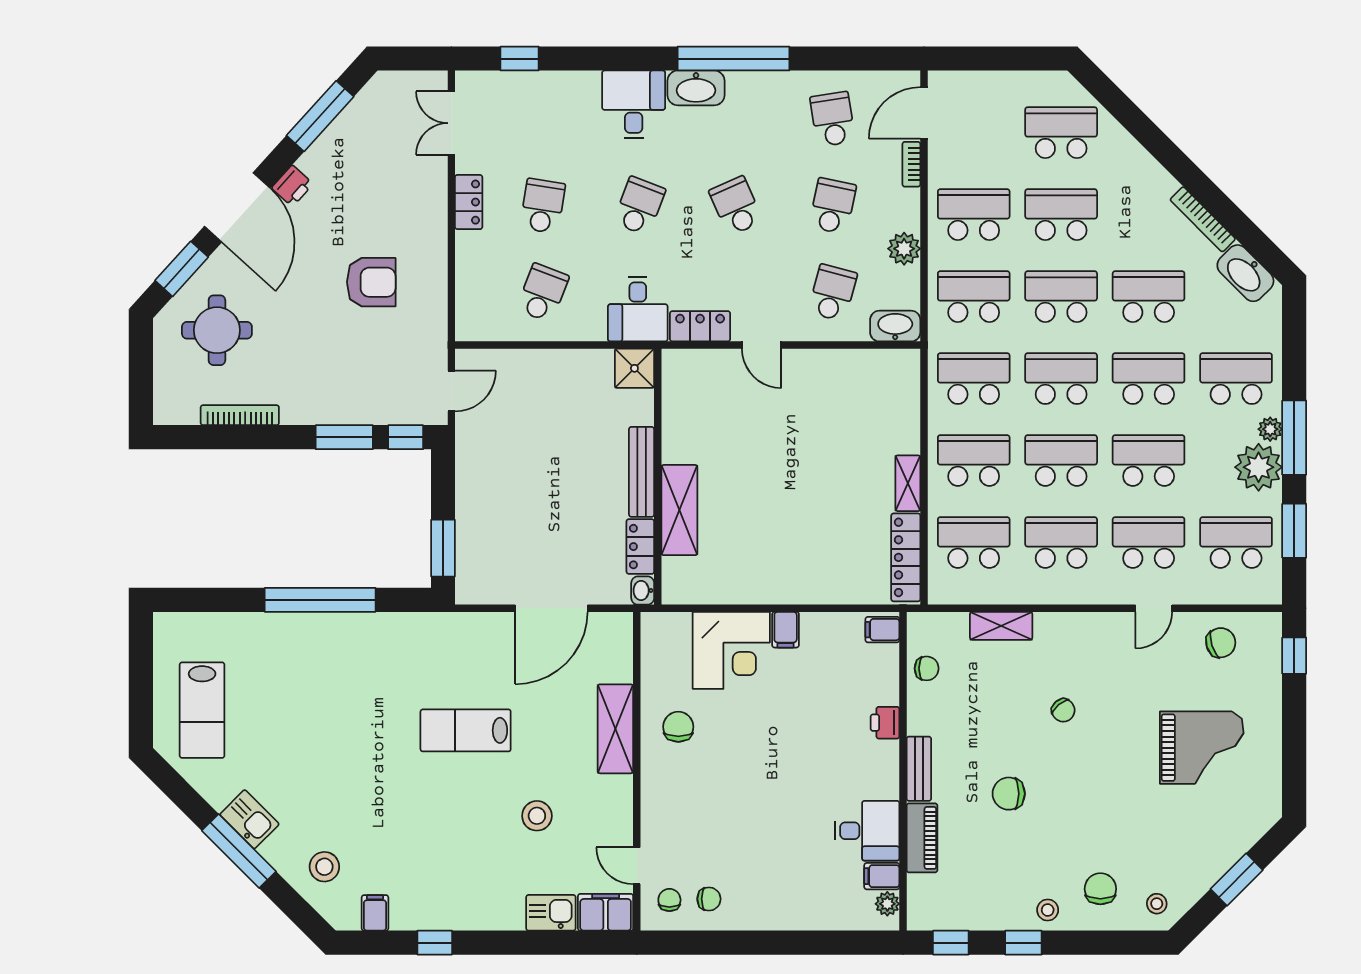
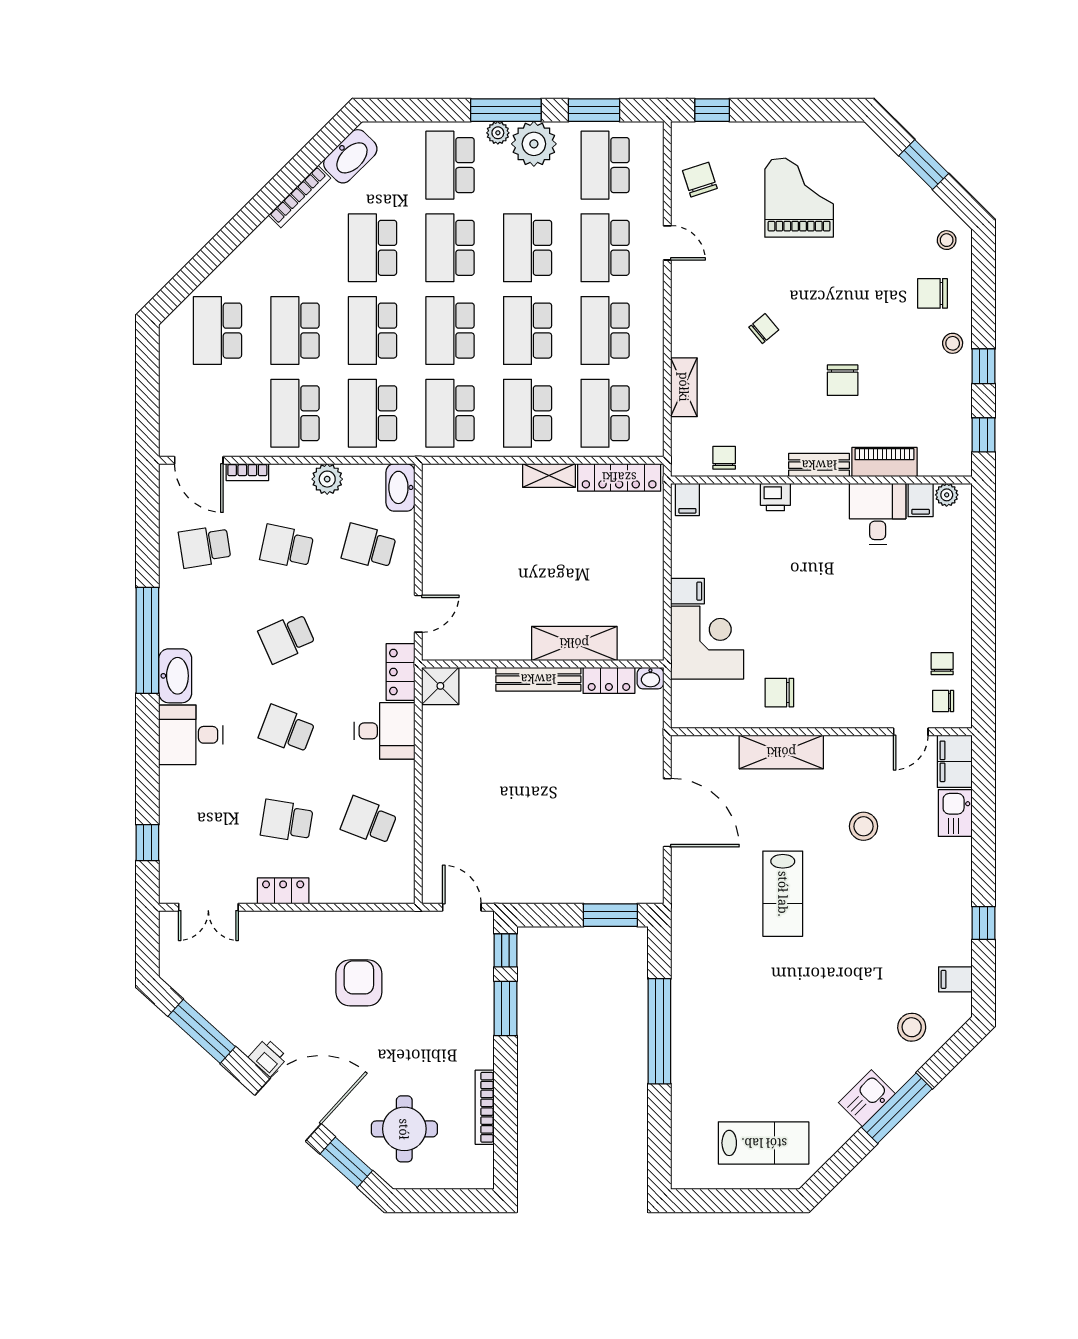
shower: (634, 368) -> (440, 686), moved
bench: (642, 472) -> (538, 679), moved
wall: (658, 477) -> (543, 664), moved
shelving: (679, 510) -> (574, 643), moved
locker: (640, 547) -> (609, 680), moved
washbasin: (643, 590) -> (650, 678), moved

